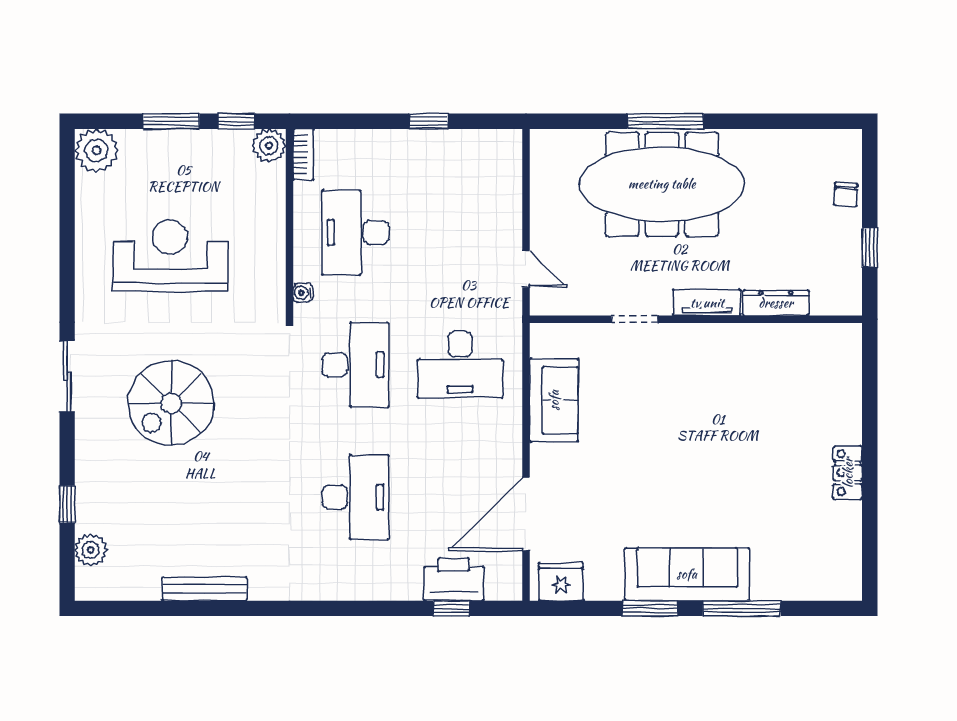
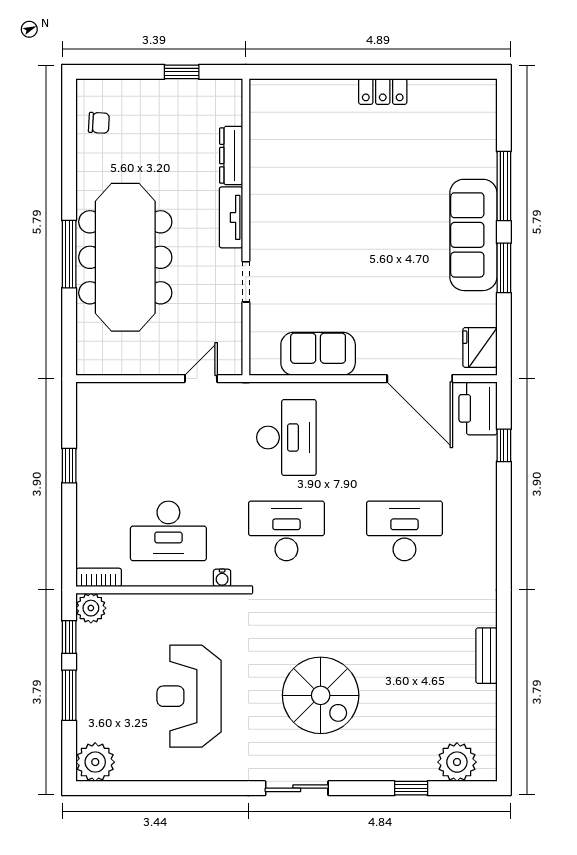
chair: (846, 195) -> (99, 123), moved
plant: (91, 550) -> (457, 762), width x1.36, depth x1.36
printer: (454, 579) -> (478, 408), moved
bench: (204, 589) -> (486, 656), width x0.73

